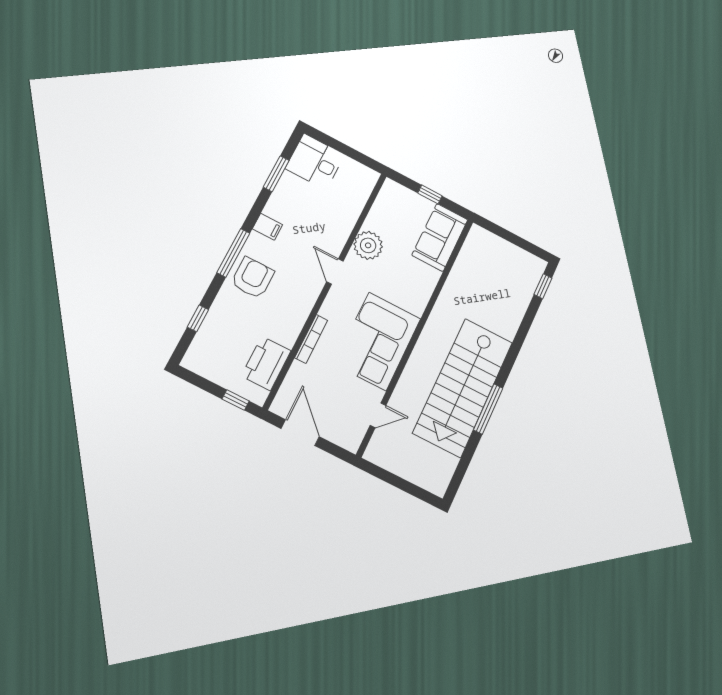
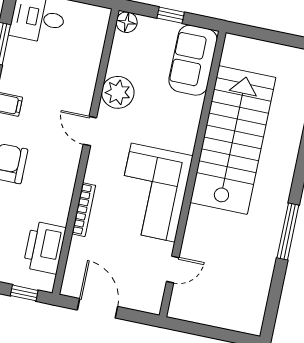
floor lamp: (391, 189) -> (127, 22), added
stairs: (463, 387) -> (233, 140), moved, turned 180

